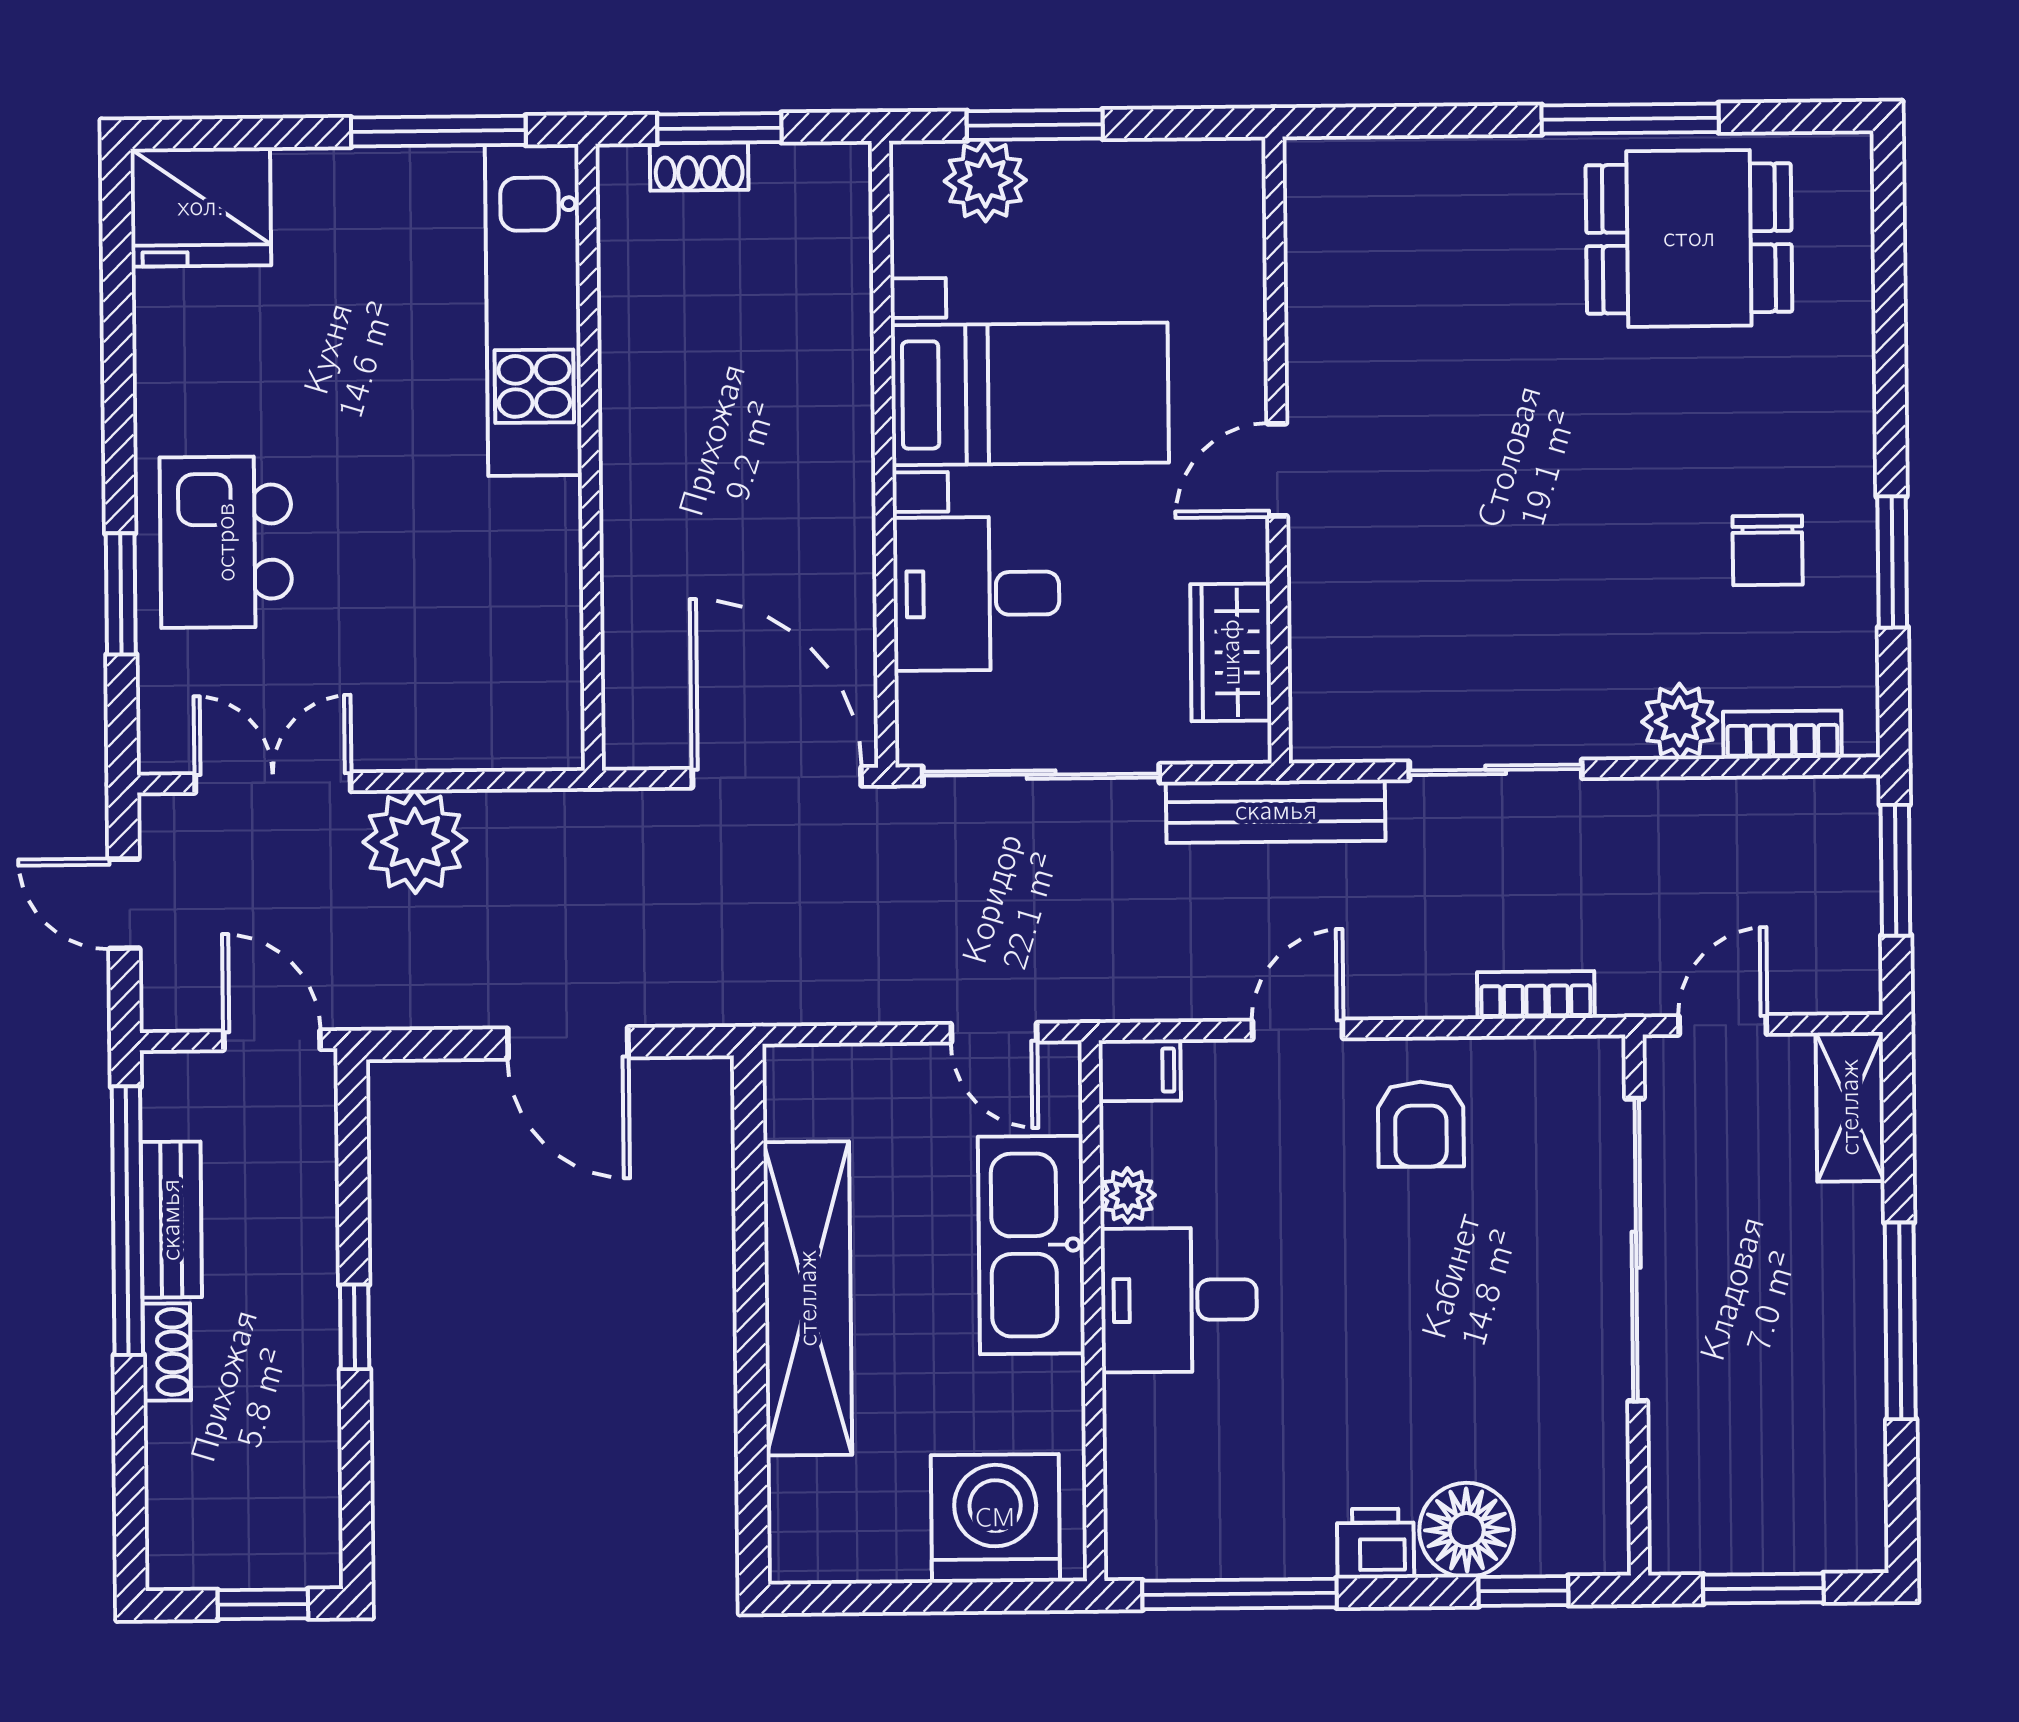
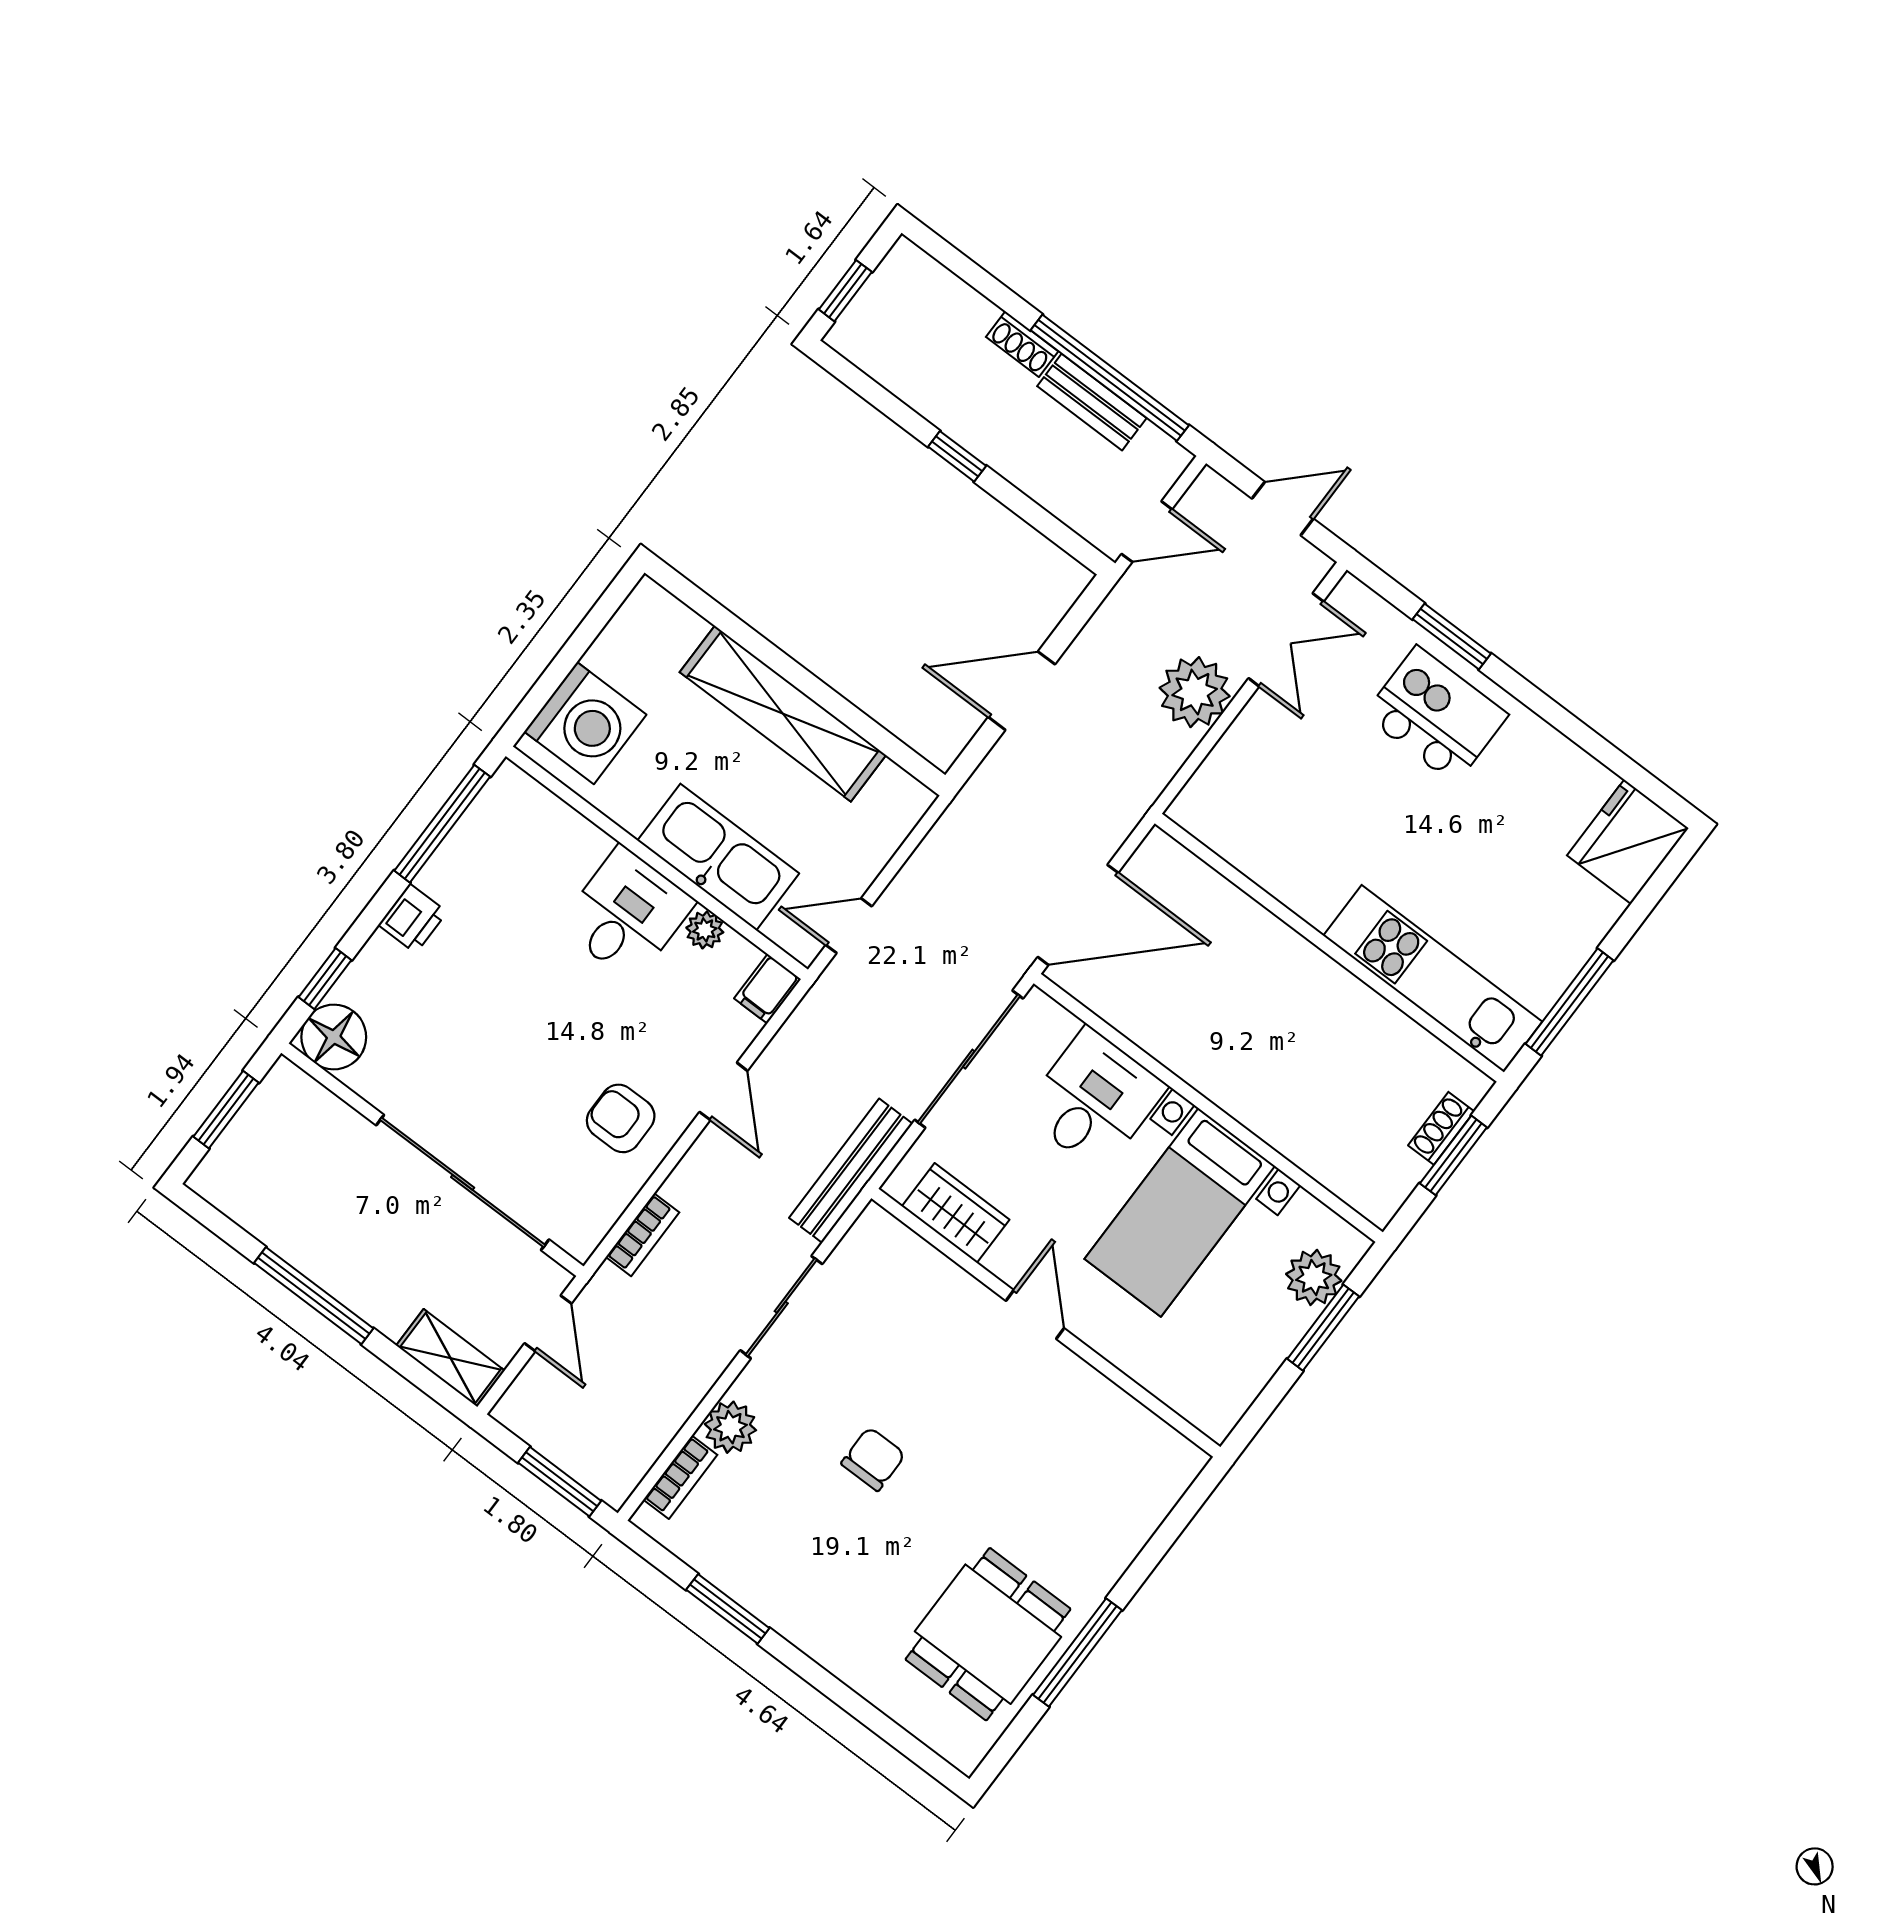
chair: (1768, 550) -> (873, 1459), moved, turned 90
floor lamp: (1467, 1530) -> (334, 1037), moved

